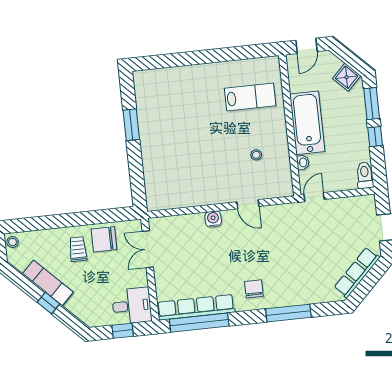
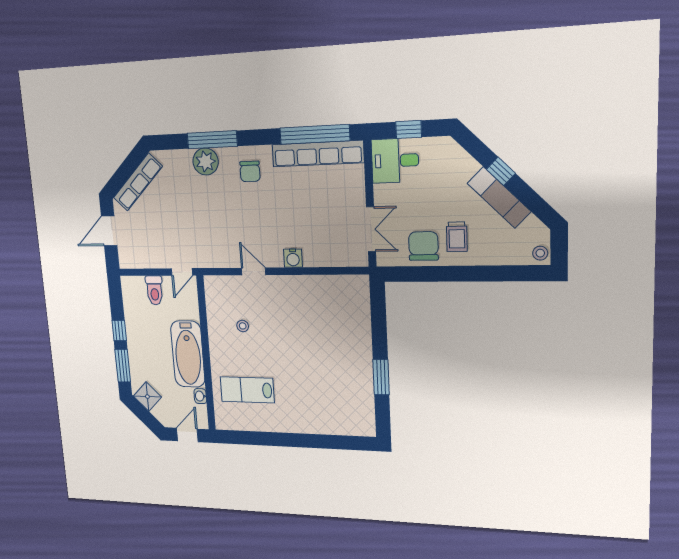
washbasin: (303, 162) -> (200, 396), moved
toilet: (365, 175) -> (154, 290), moved
chair: (104, 239) -> (423, 246), turned -90
plant: (294, 294) -> (206, 162), added

